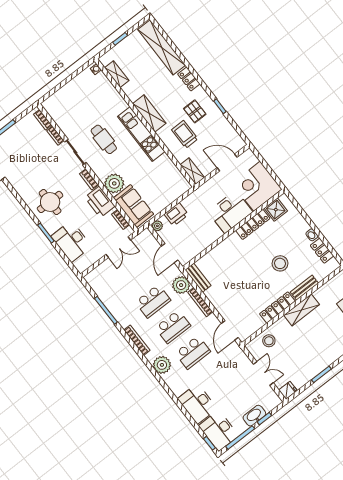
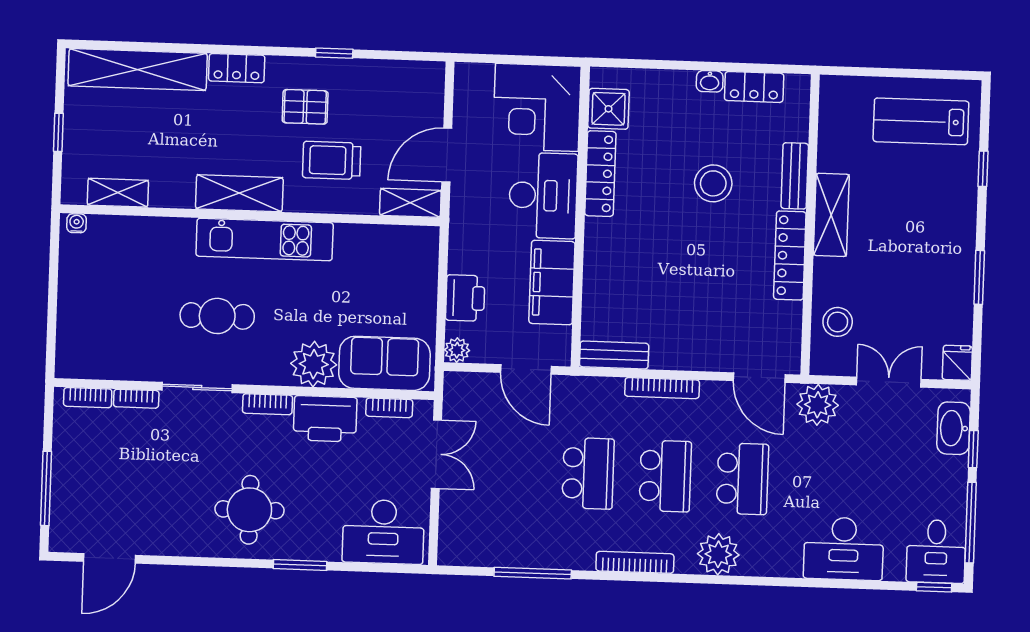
door: (227, 162) -> (447, 155), moved
filing cabinet: (205, 238) -> (552, 283), added
desk: (71, 241) -> (383, 532), moved
plant: (181, 285) -> (818, 405), moved
washbasin: (254, 416) -> (954, 428), moved
desk: (219, 431) -> (936, 551), width x0.73

